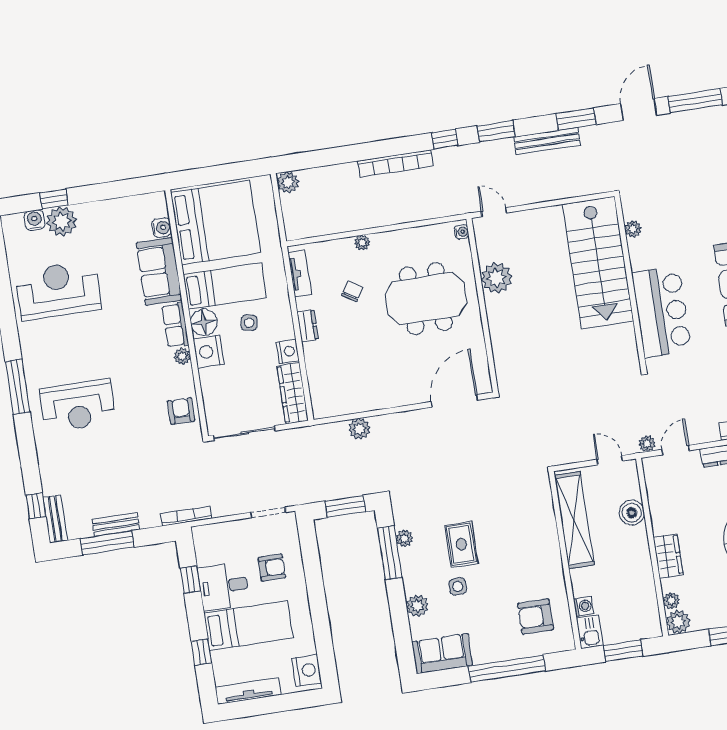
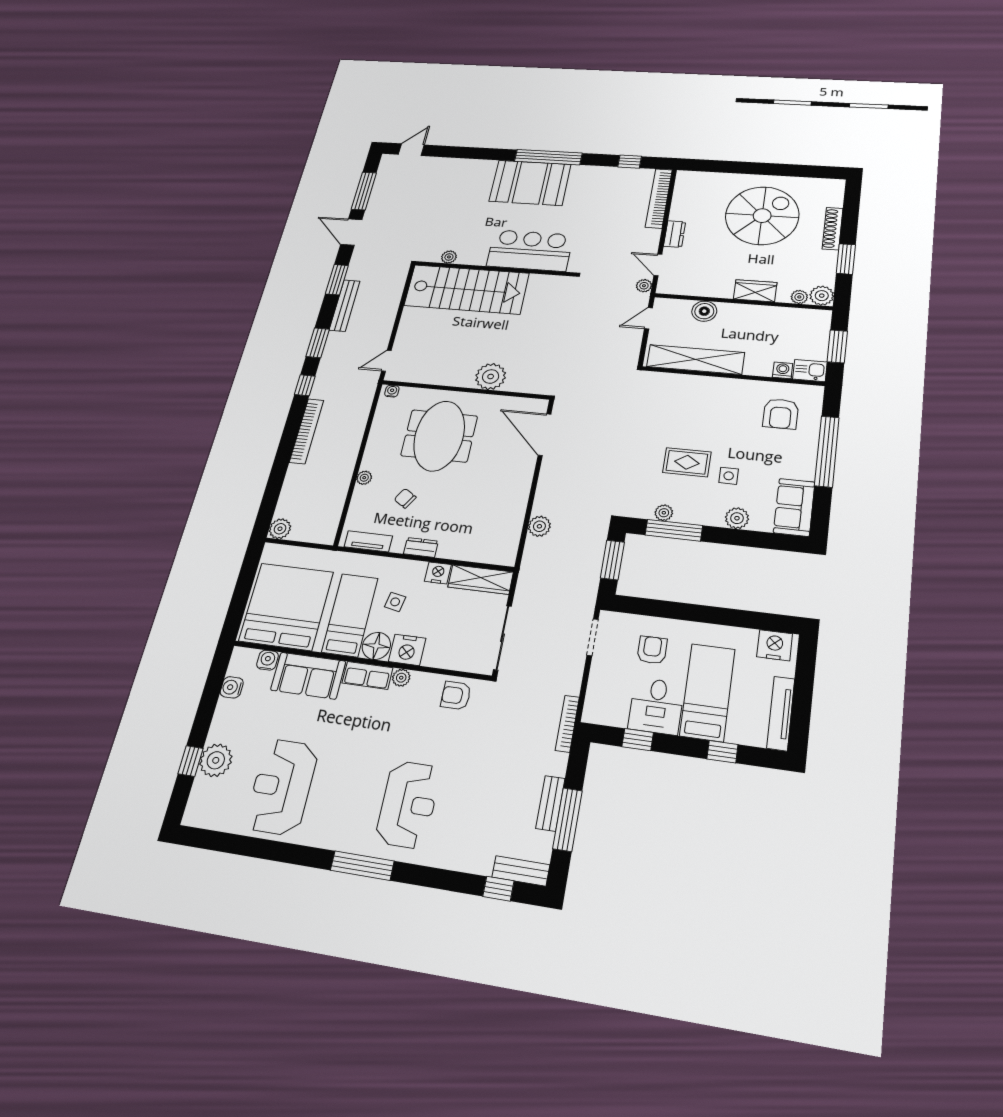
water cooler: (34, 220) -> (232, 687), moved
plant: (496, 278) -> (491, 376), moved

